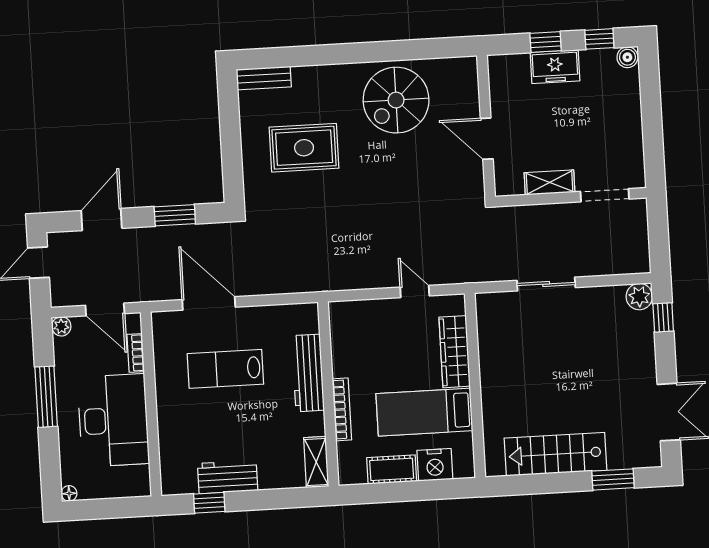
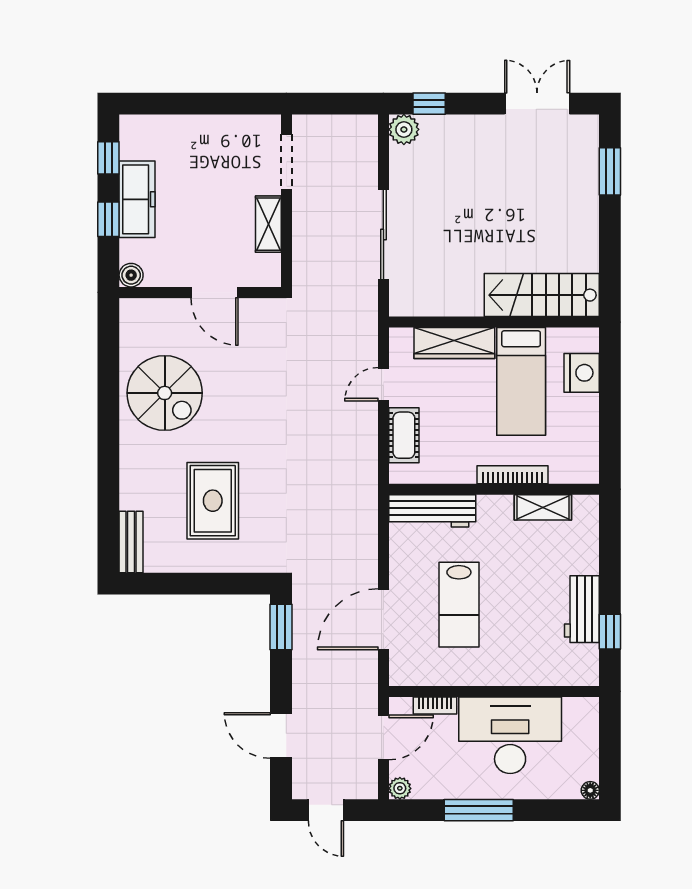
boiler: (627, 57) -> (131, 275), moved
freezer: (555, 67) -> (137, 199), width x1.40
door: (487, 139) -> (214, 292), hinge flipped
window: (175, 215) -> (281, 627), moved
sliding door: (546, 284) -> (383, 235), width x1.37
workbench: (308, 373) -> (432, 511), moved
stairs: (555, 454) -> (542, 295), moved, turned 90
shelving: (316, 462) -> (543, 507), moved
cot: (392, 469) -> (404, 435), moved

